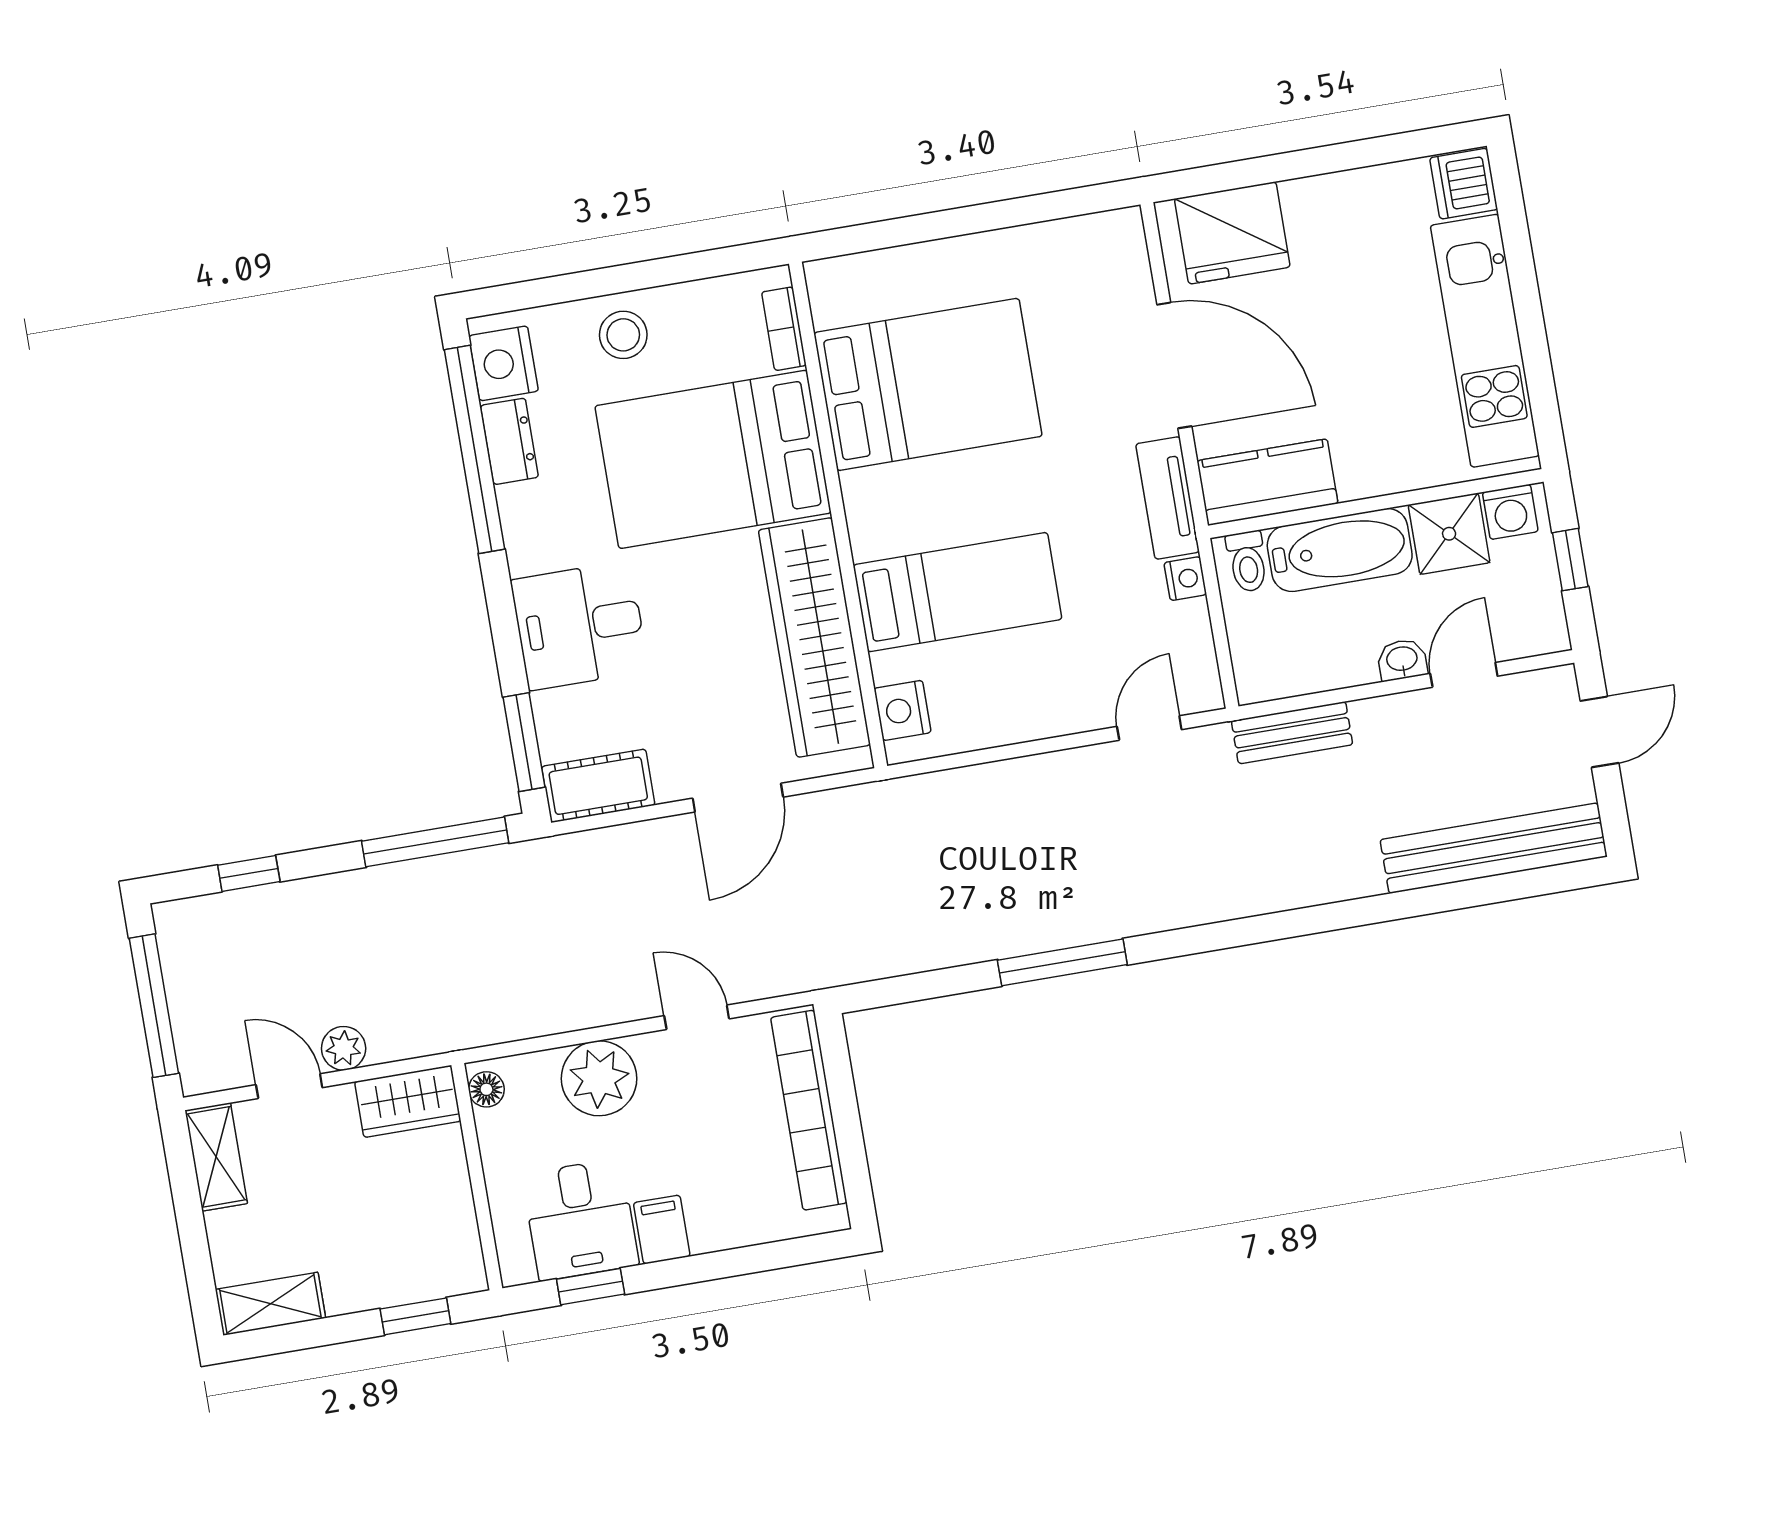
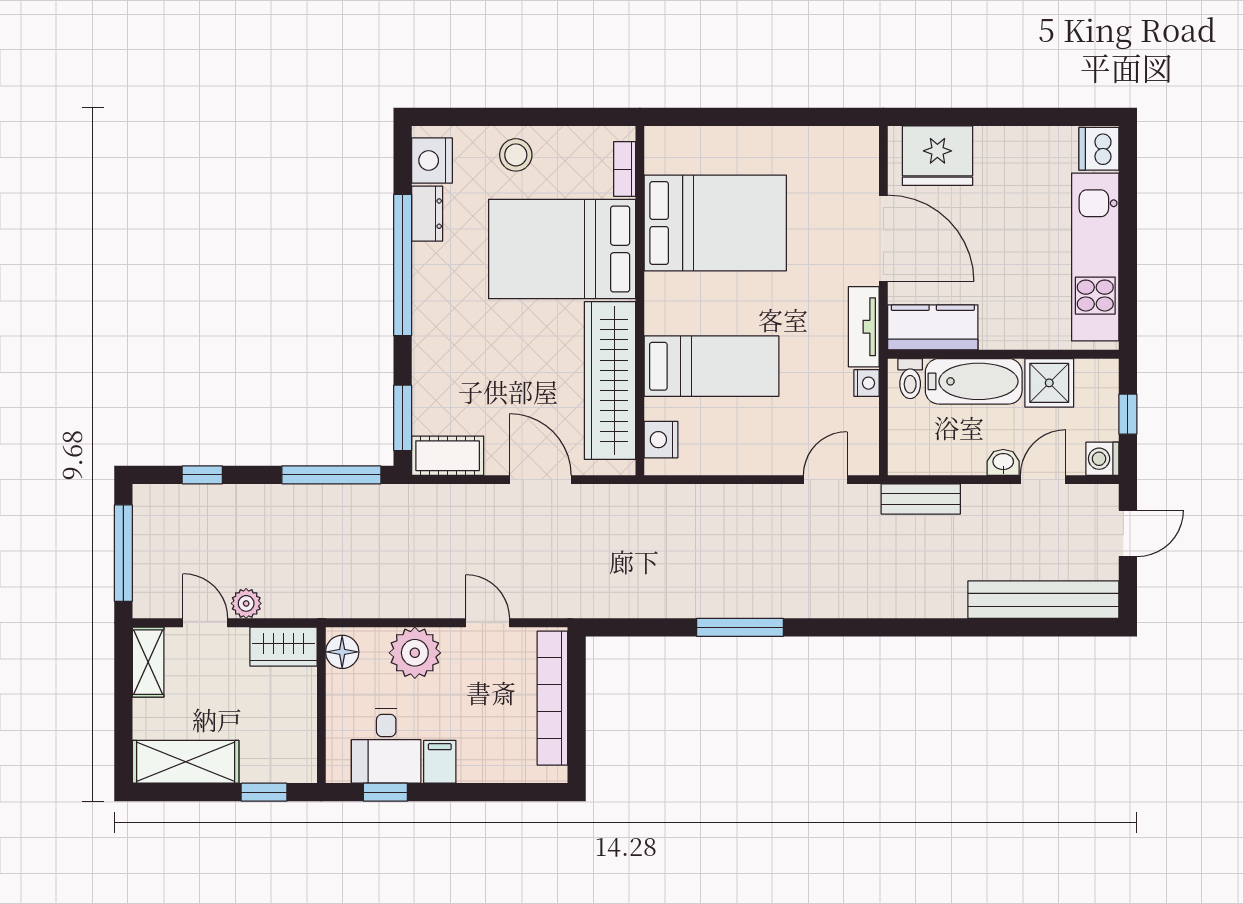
window: (475, 449) -> (403, 265), moved
washing machine: (1510, 512) -> (1102, 459), moved, turned 90
desk: (580, 626) -> (453, 346), removed
door: (738, 798) -> (540, 480), swing flipped
floor lamp: (486, 1089) -> (342, 652), width x1.37, depth x1.37
shelving: (270, 1304) -> (186, 762), width x1.50, depth x1.33

